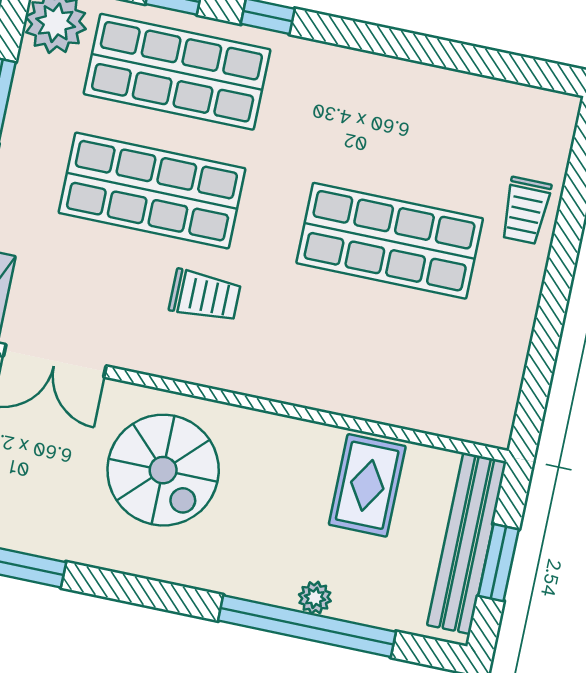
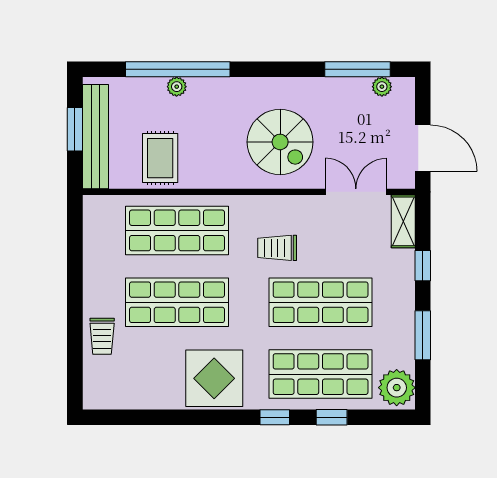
display table: (355, 102) -> (214, 378), added
trolley: (526, 210) -> (102, 336), turned 180
shop shelf: (365, 360) -> (177, 230), added
spiral stairs: (163, 470) -> (280, 142), turned 180

